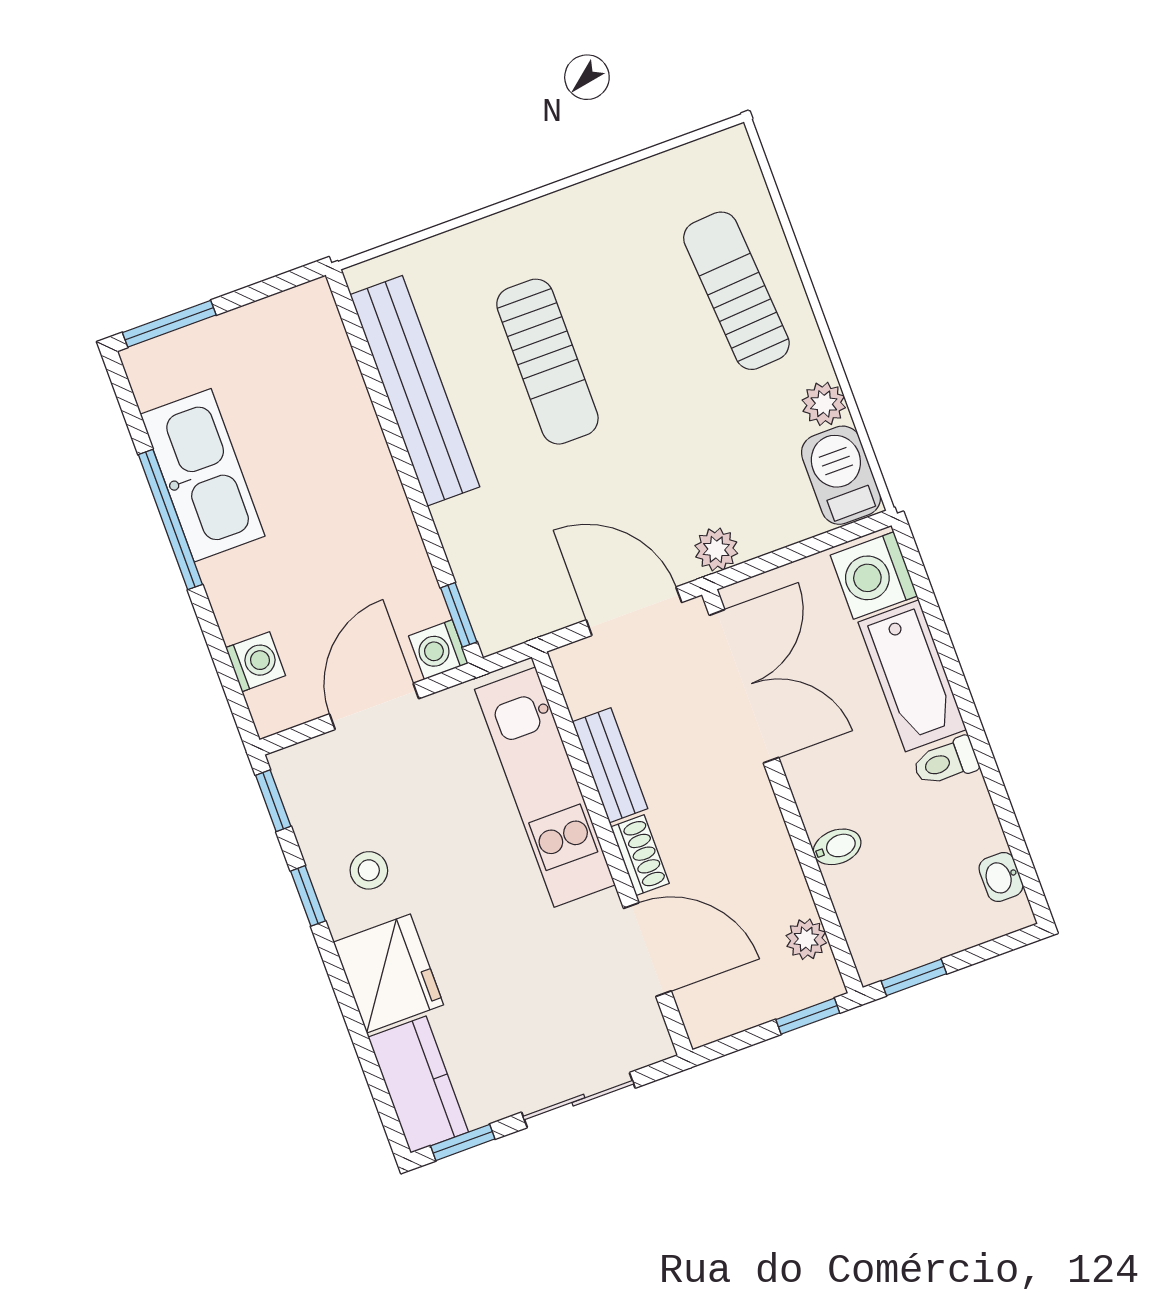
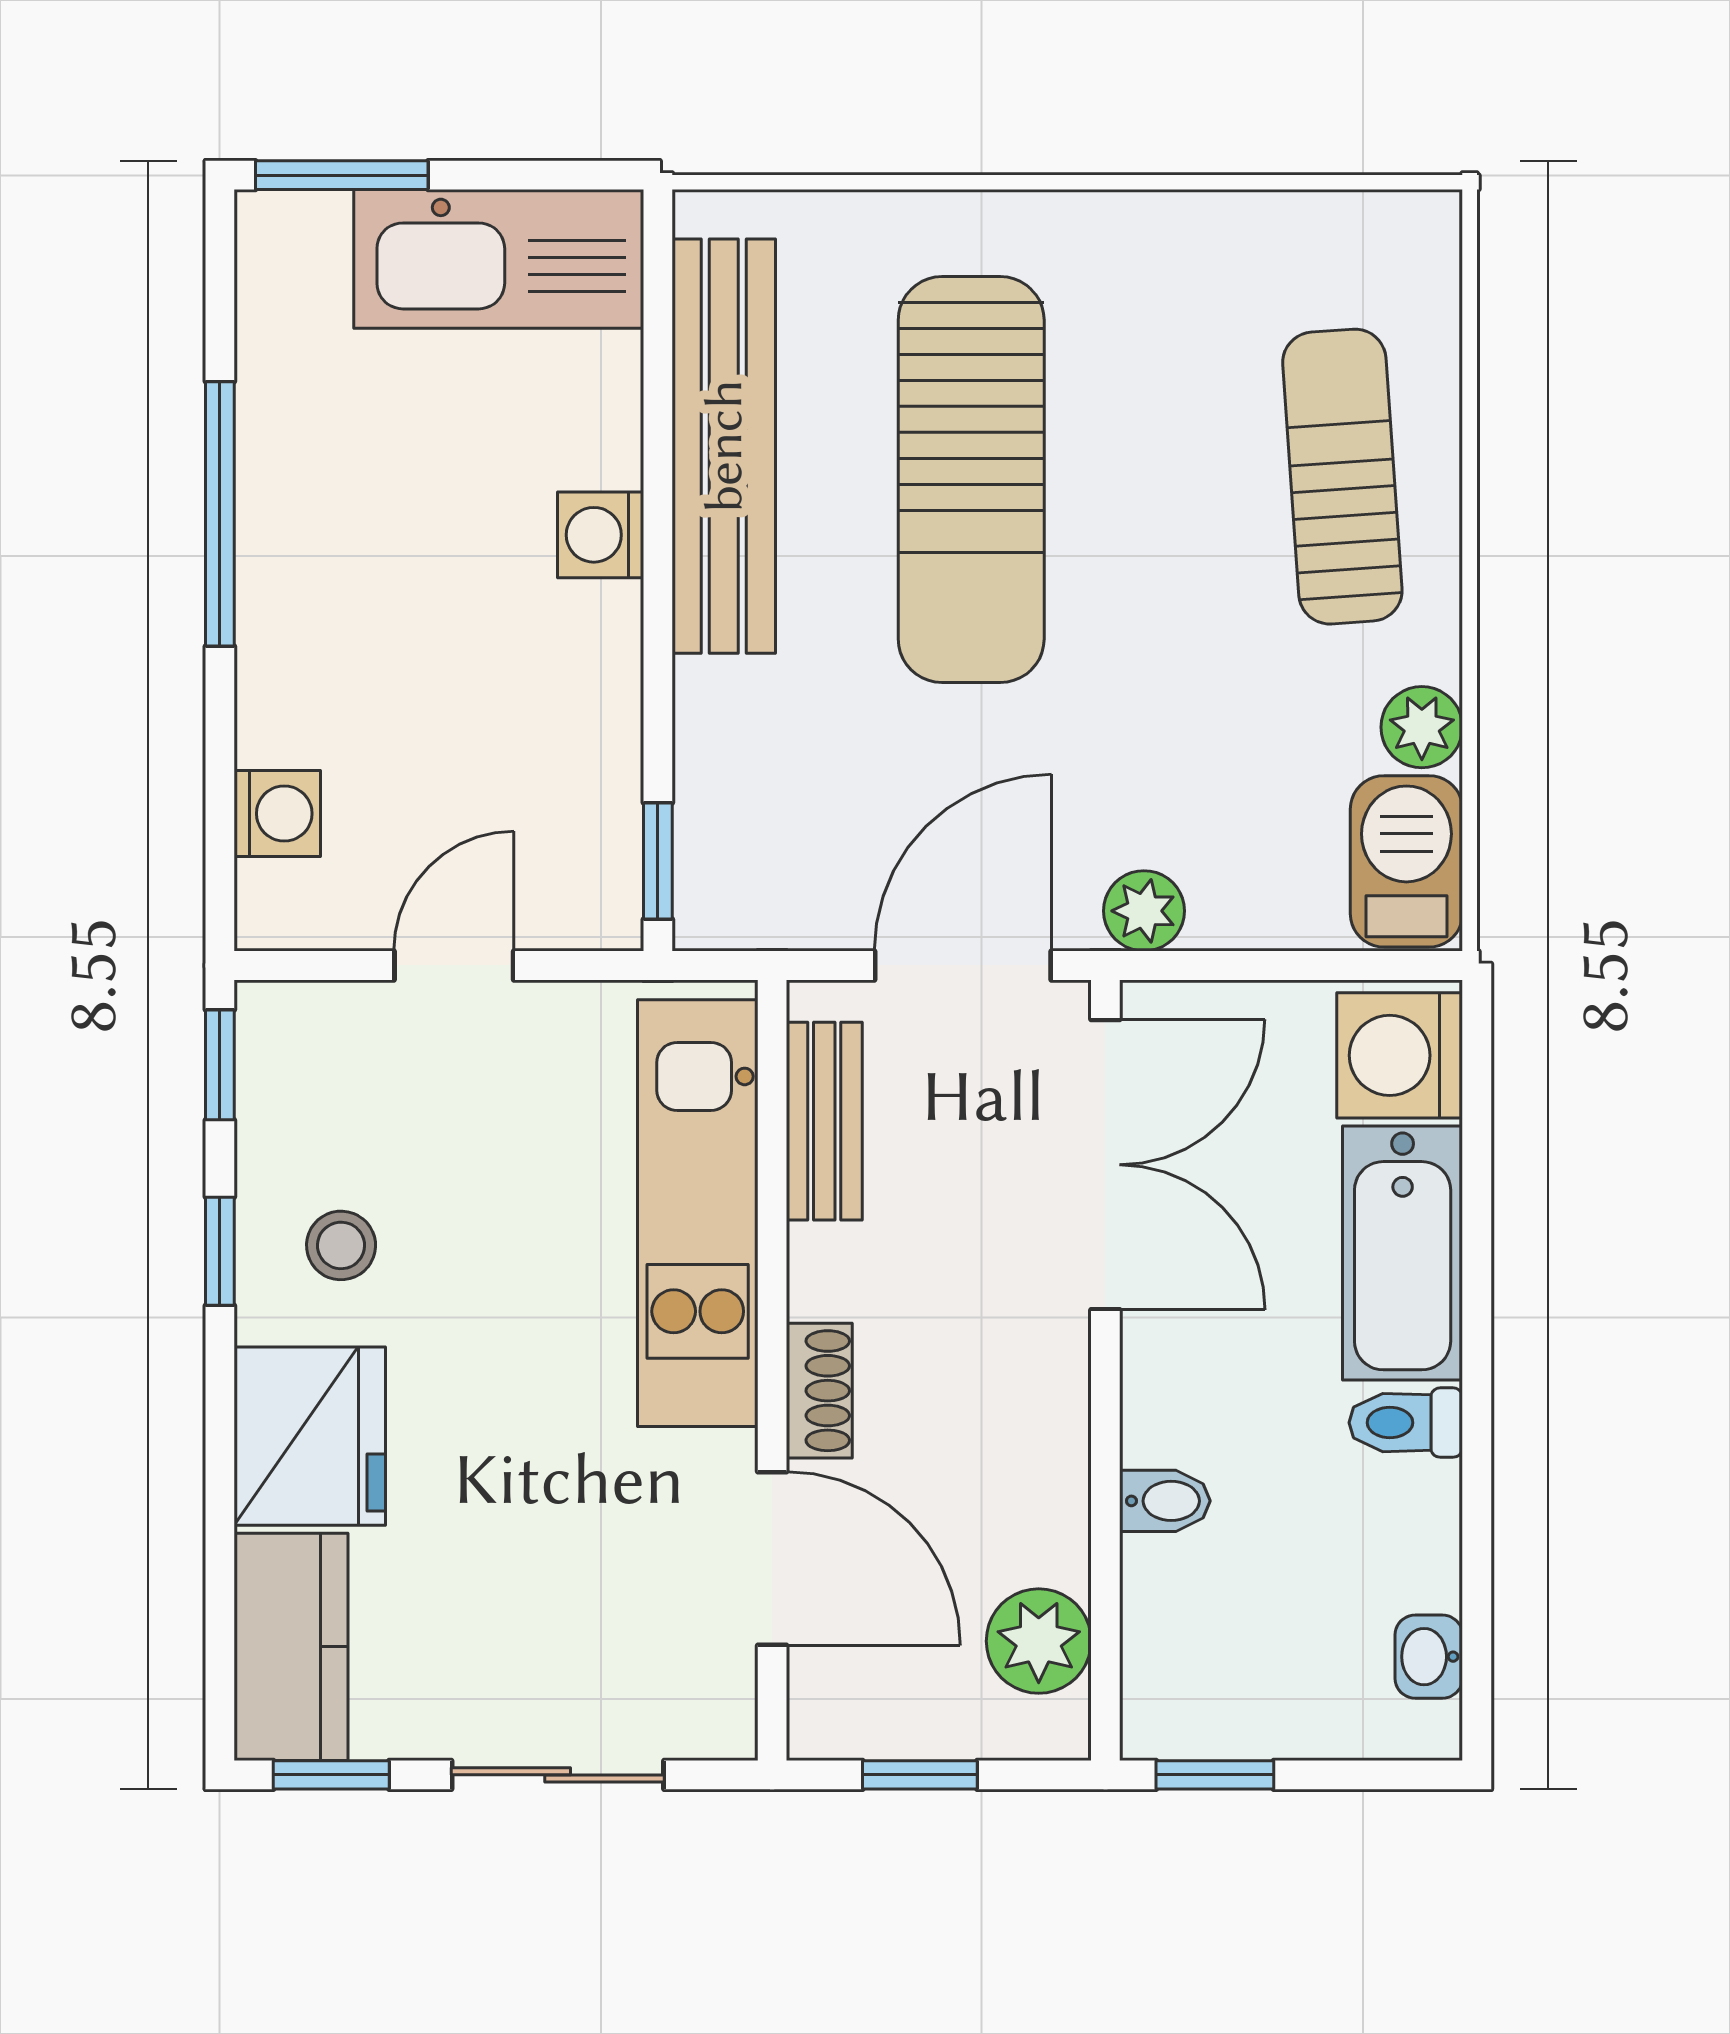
sun lounger: (547, 362) -> (971, 480), width x1.36, depth x1.34
kitchen sink: (203, 475) -> (499, 259), moved, turned 90
door: (634, 611) -> (963, 965), hinge flipped
washing machine: (438, 650) -> (601, 535), moved
door: (374, 706) -> (454, 965), width x0.73
bench: (610, 765) -> (824, 1121), moved
plant: (806, 939) -> (1039, 1641), width x1.38, depth x1.38
window: (808, 1016) -> (920, 1775), moved

